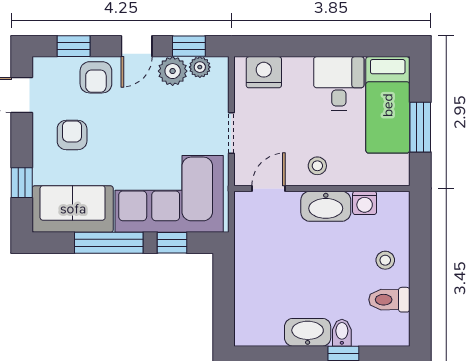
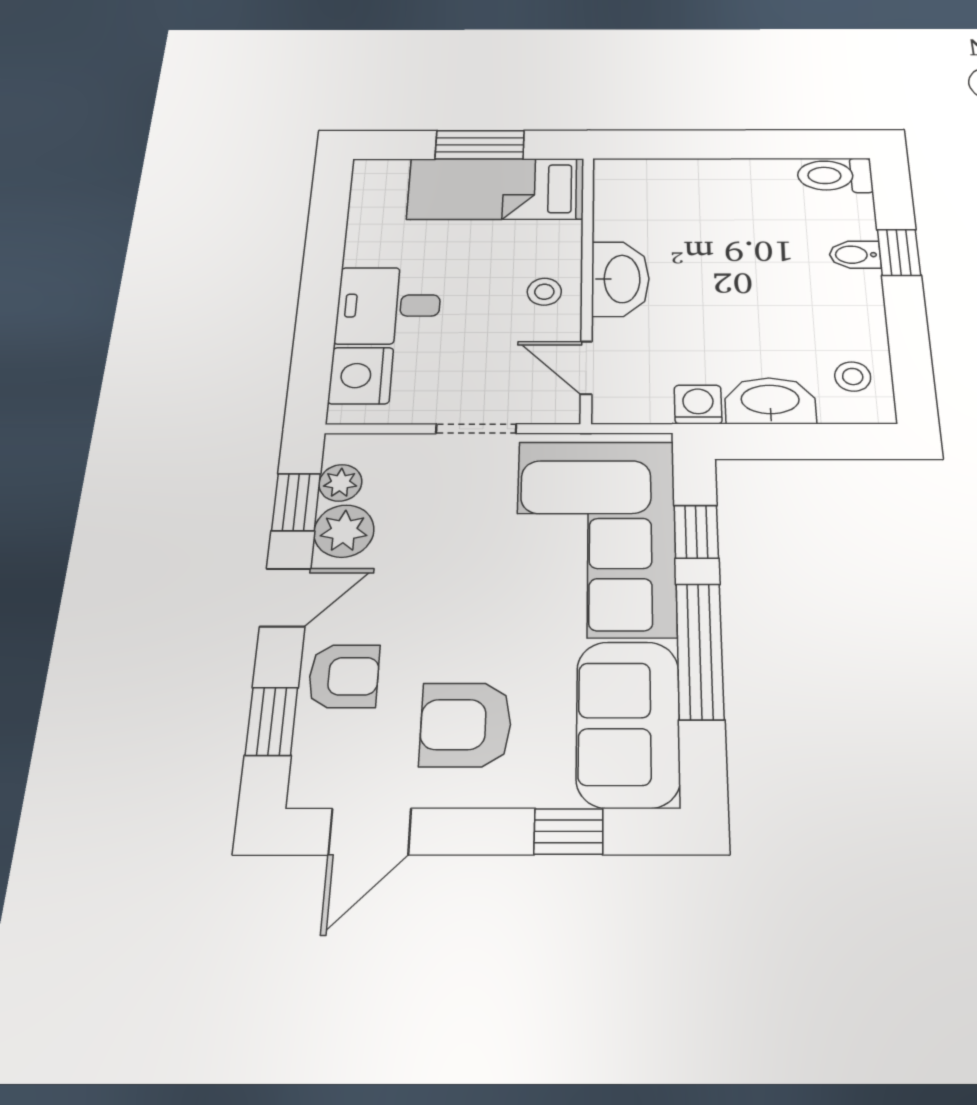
door: (137, 46) -> (285, 597), hinge flipped
desk: (339, 83) -> (389, 306), moved
bed: (388, 105) -> (496, 189), moved, turned 180
armchair: (72, 135) -> (466, 725), width x1.38, depth x1.38
washing machine: (365, 203) -> (698, 405), moved, turned -90
stool: (385, 260) -> (853, 377), moved
toilet: (389, 300) -> (835, 175), moved, turned 90
washbasin: (308, 332) -> (770, 401), moved, turned 90

